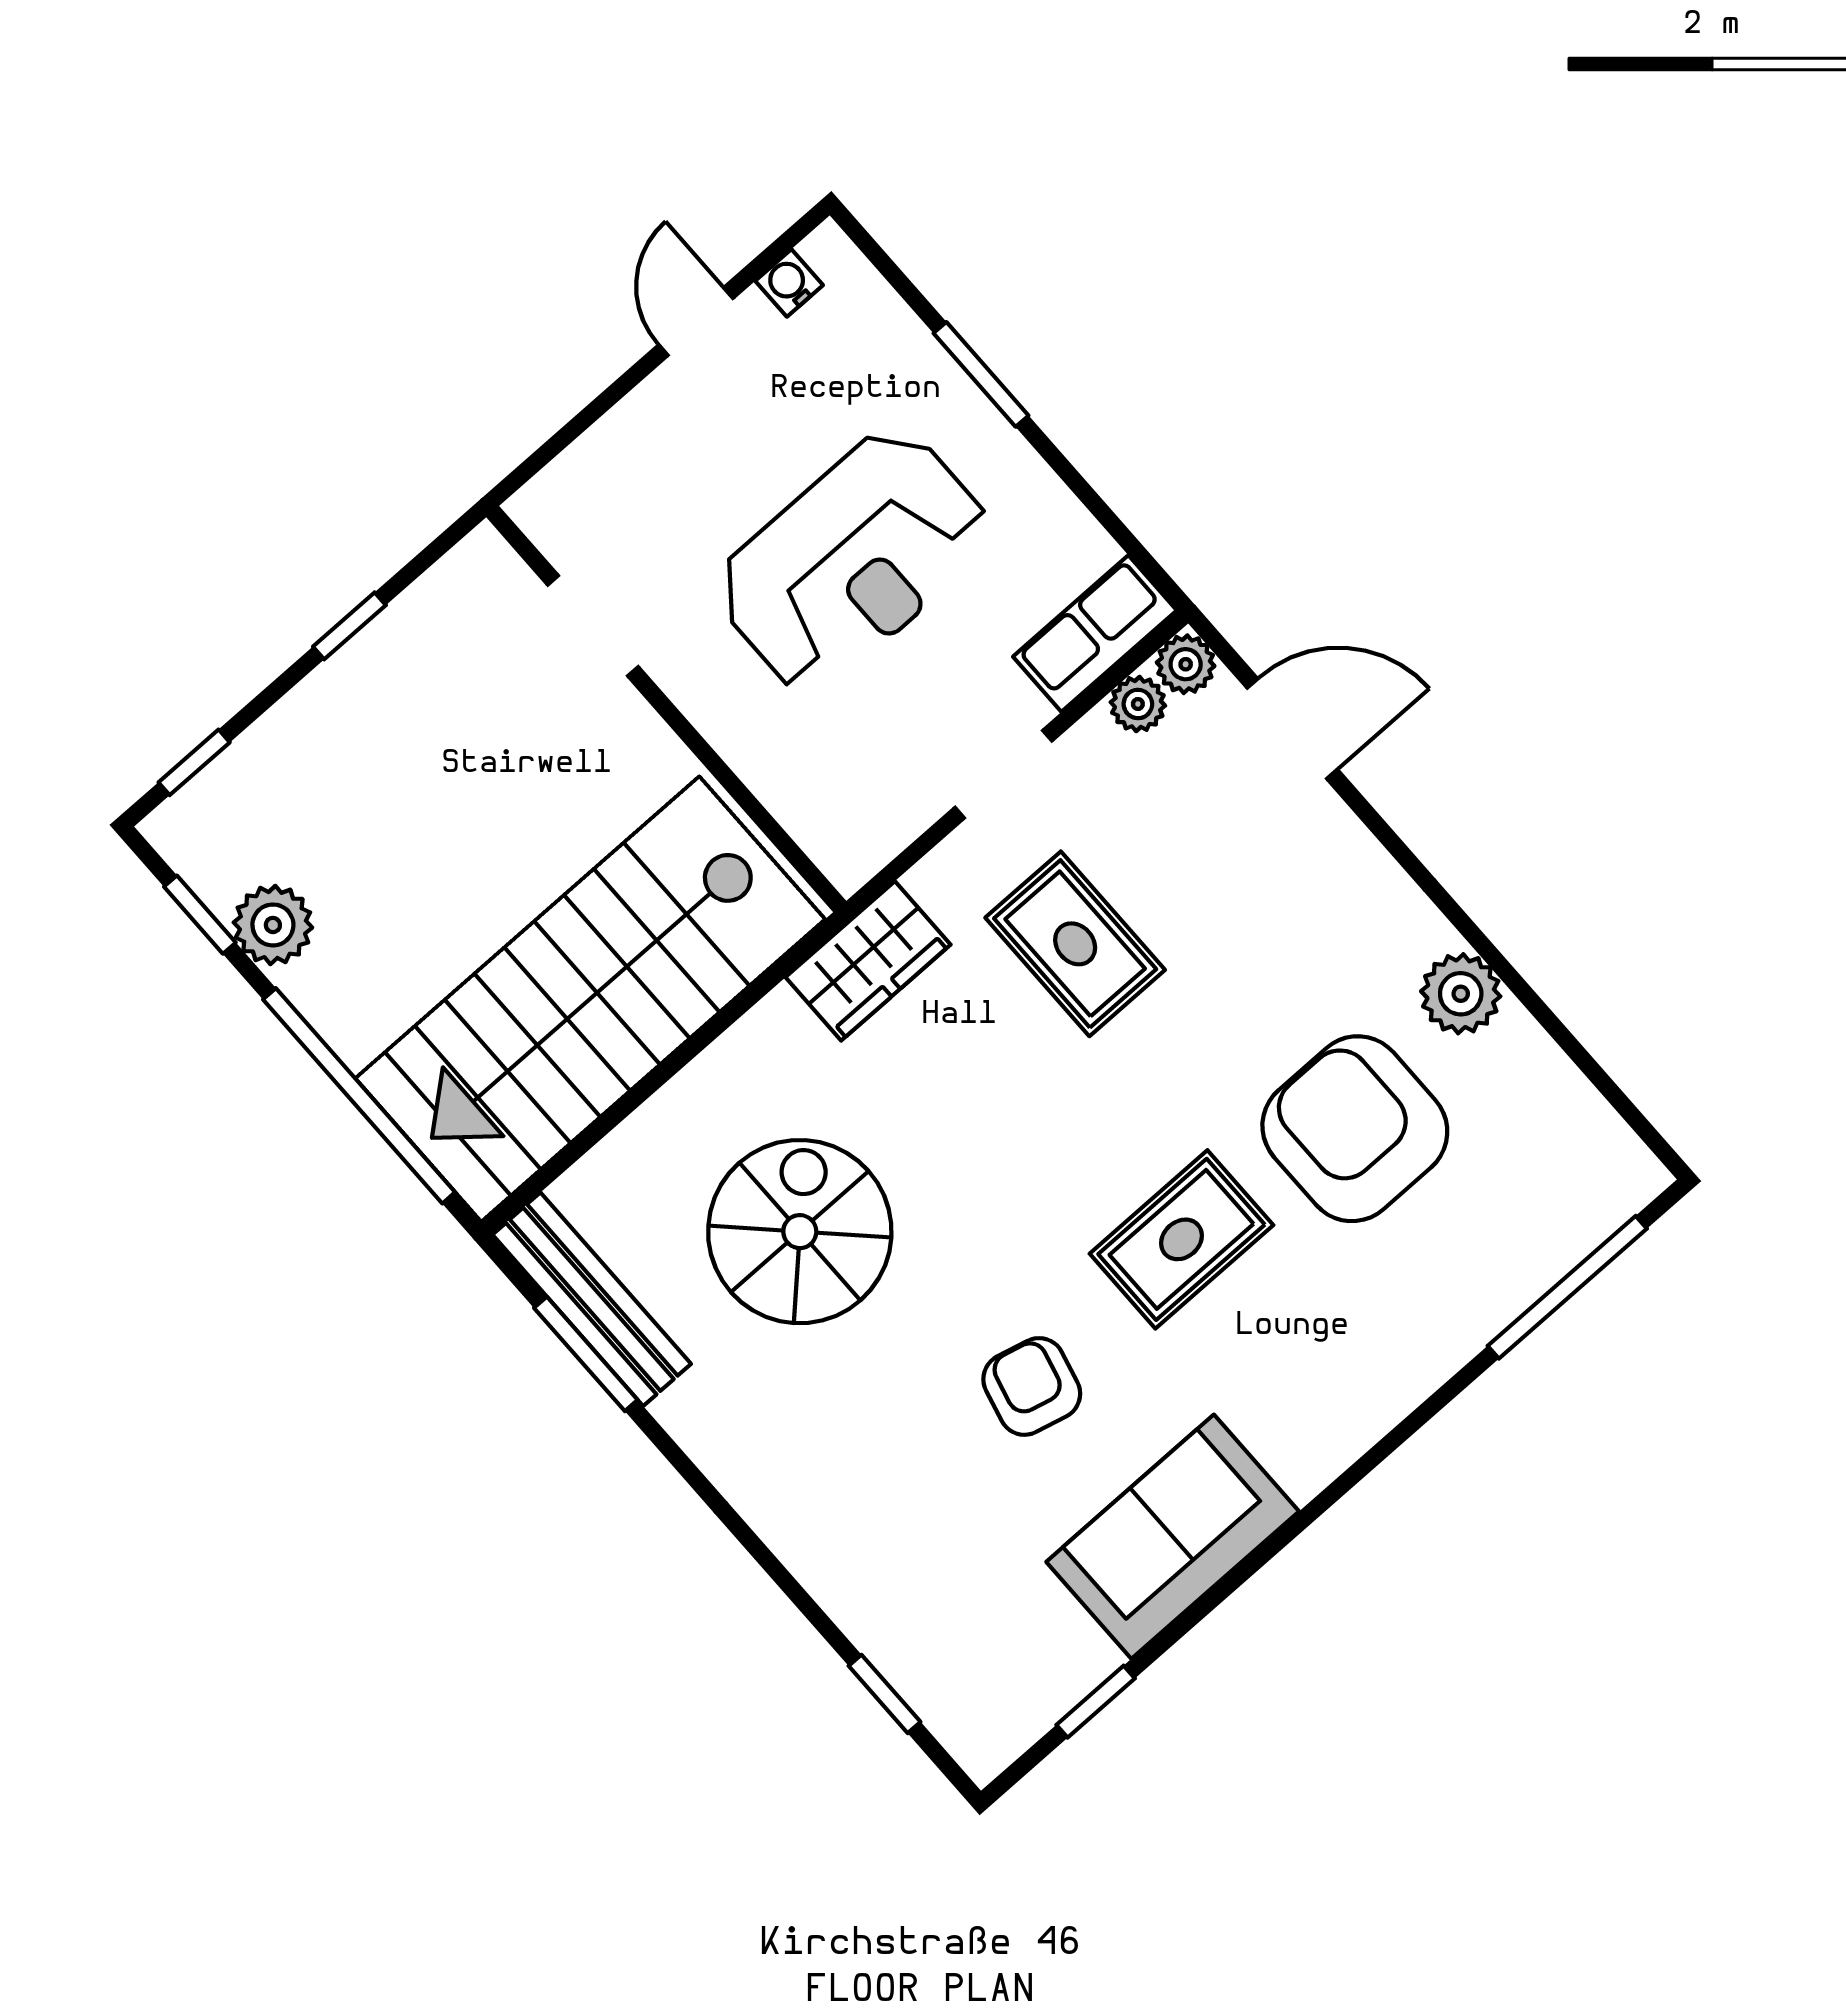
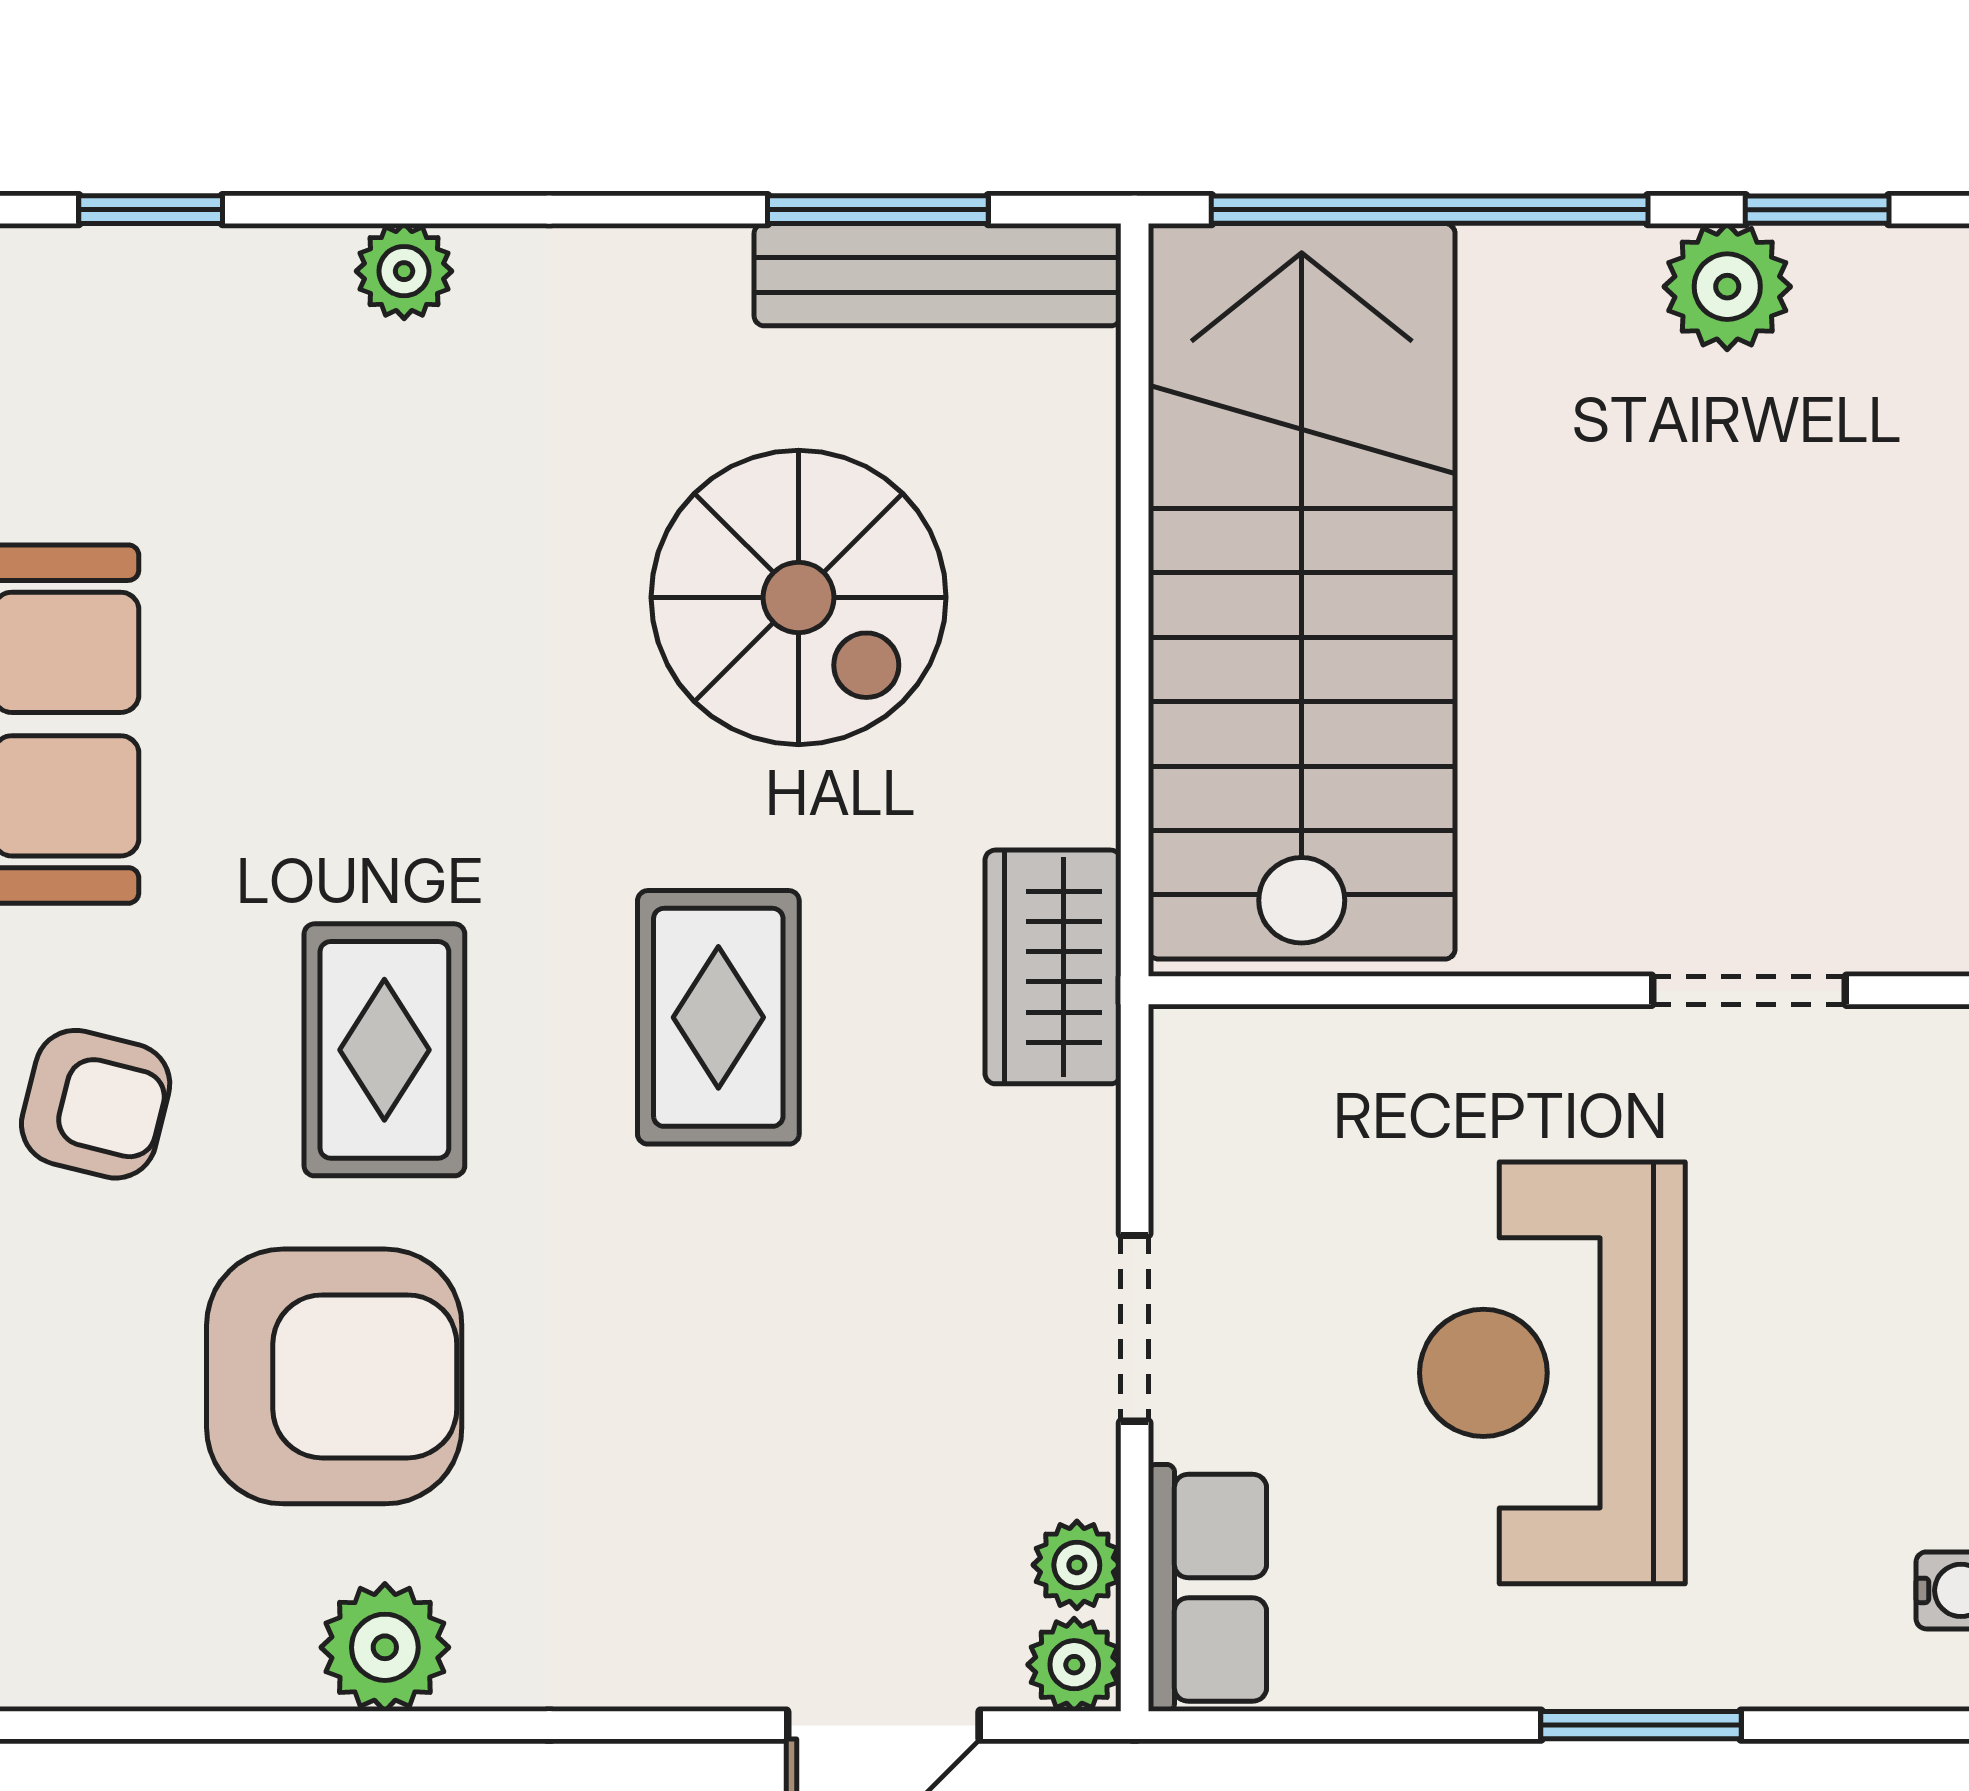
rug: (1075, 944) -> (718, 1017), moved, turned 90
armchair: (1032, 1386) -> (96, 1104), moved
plant: (809, 1550) -> (404, 271), added

